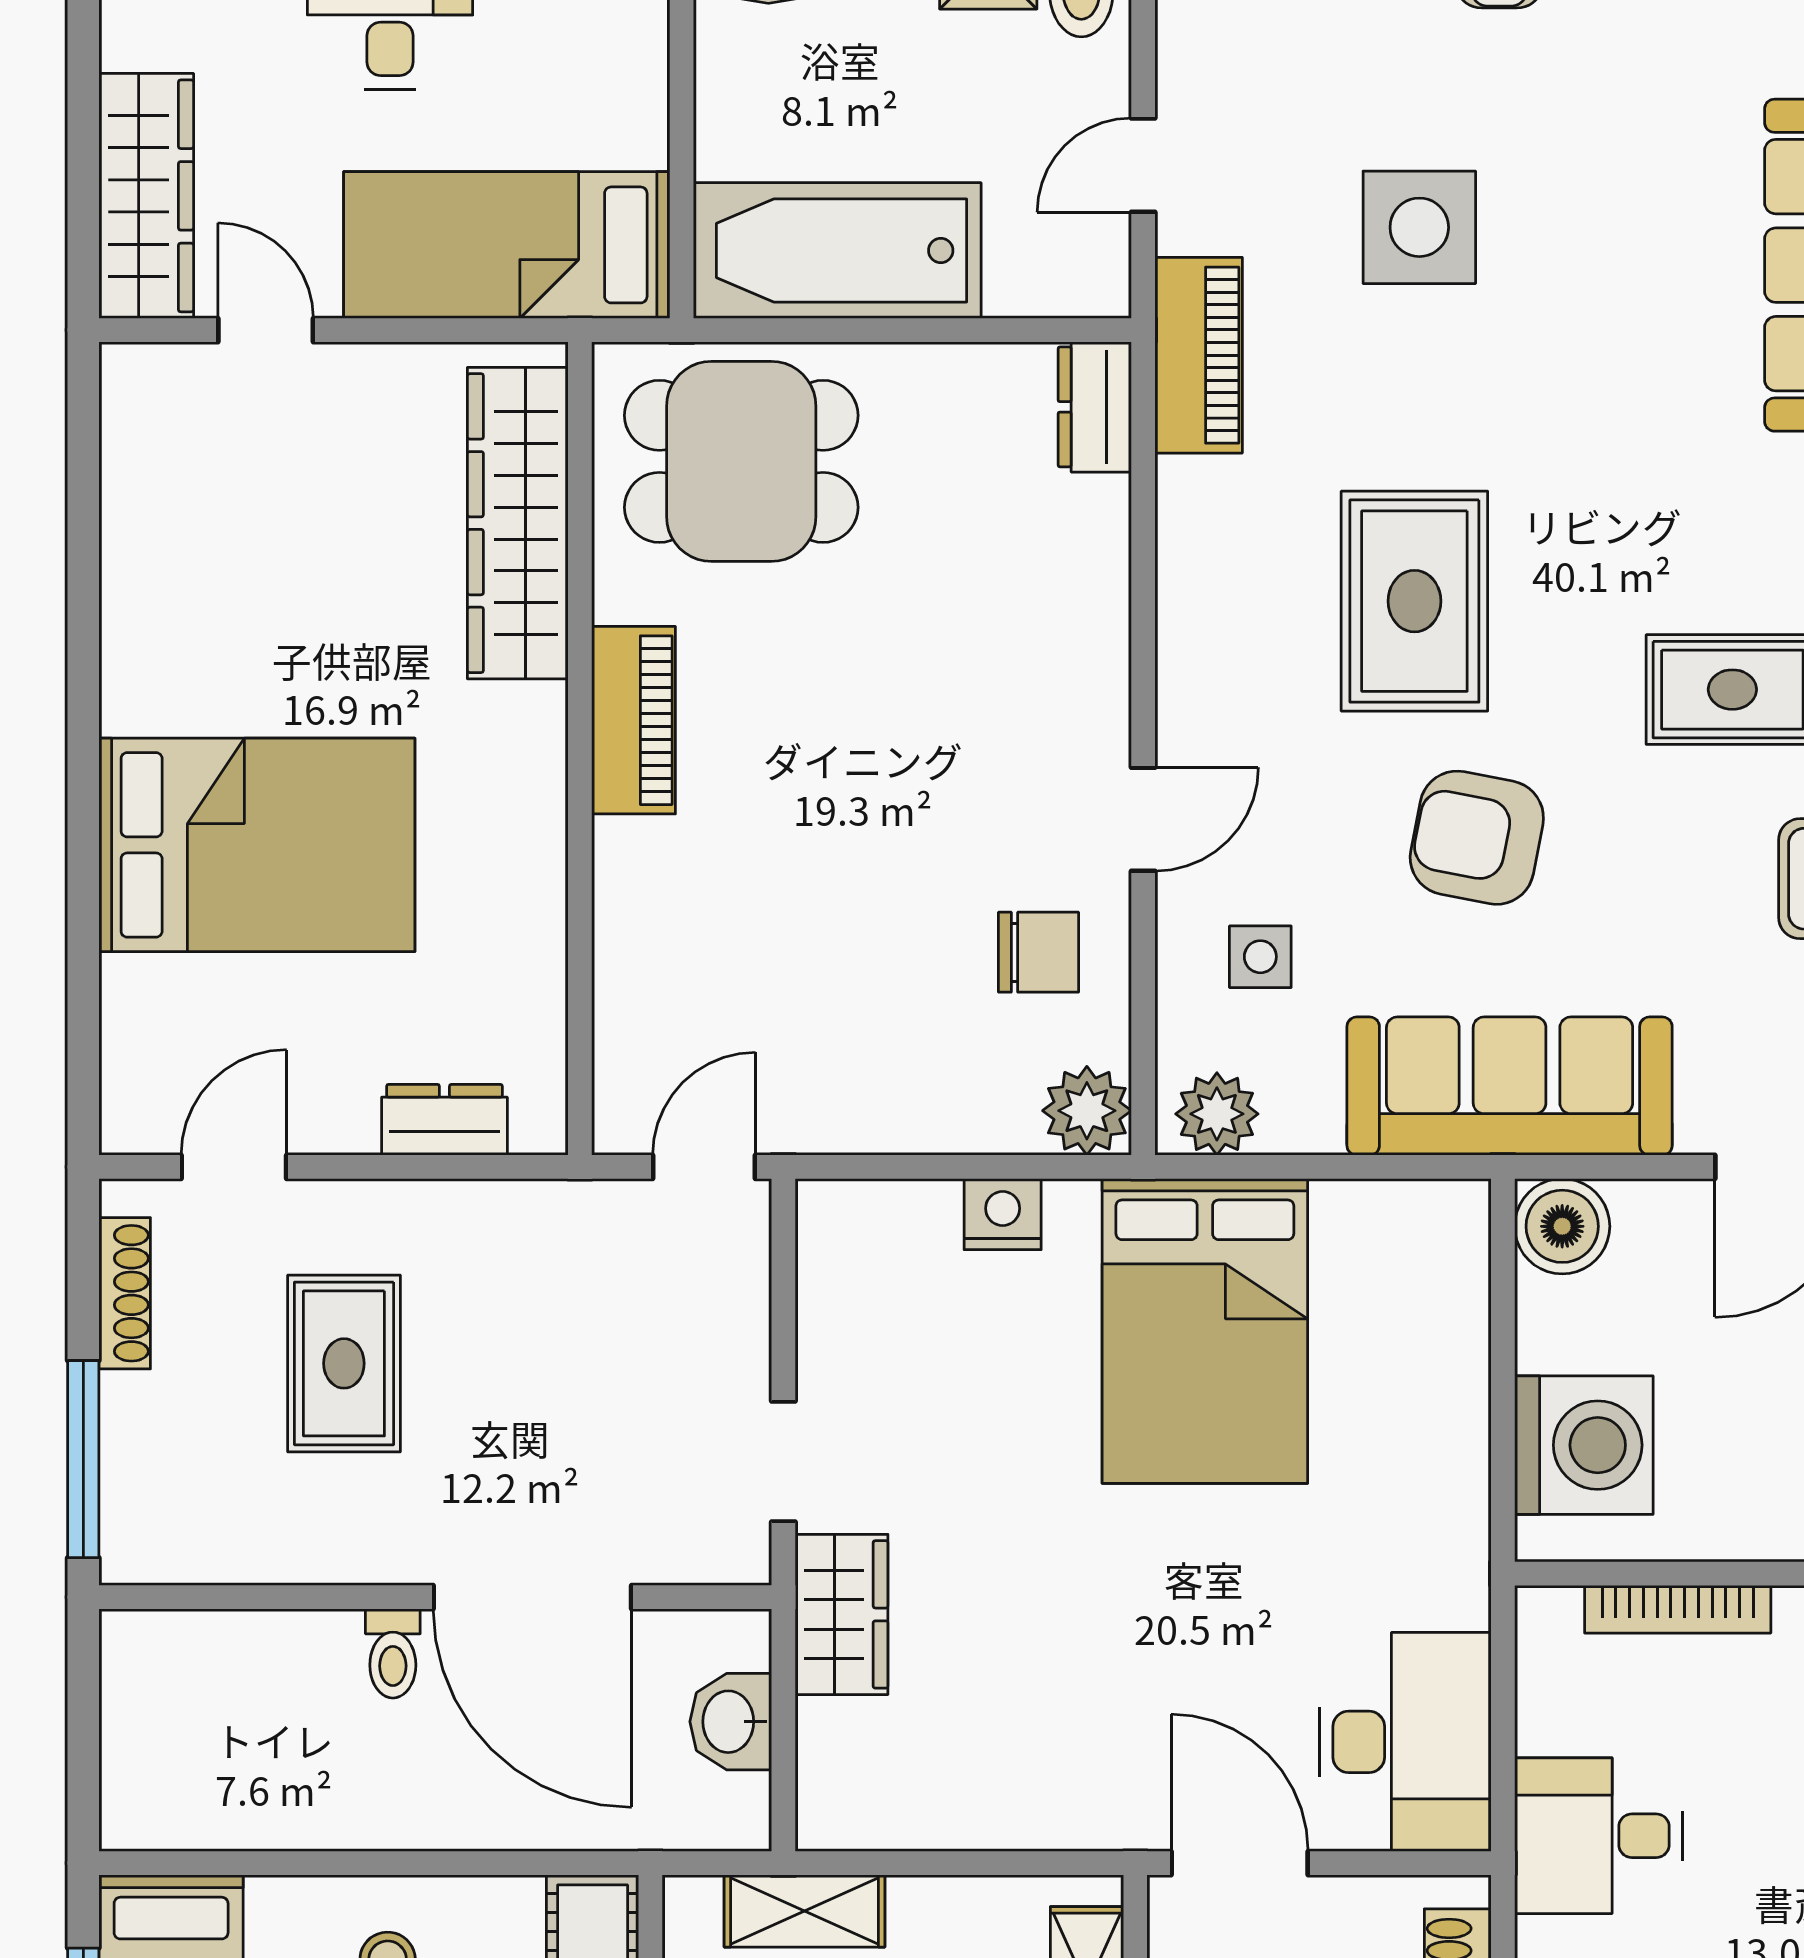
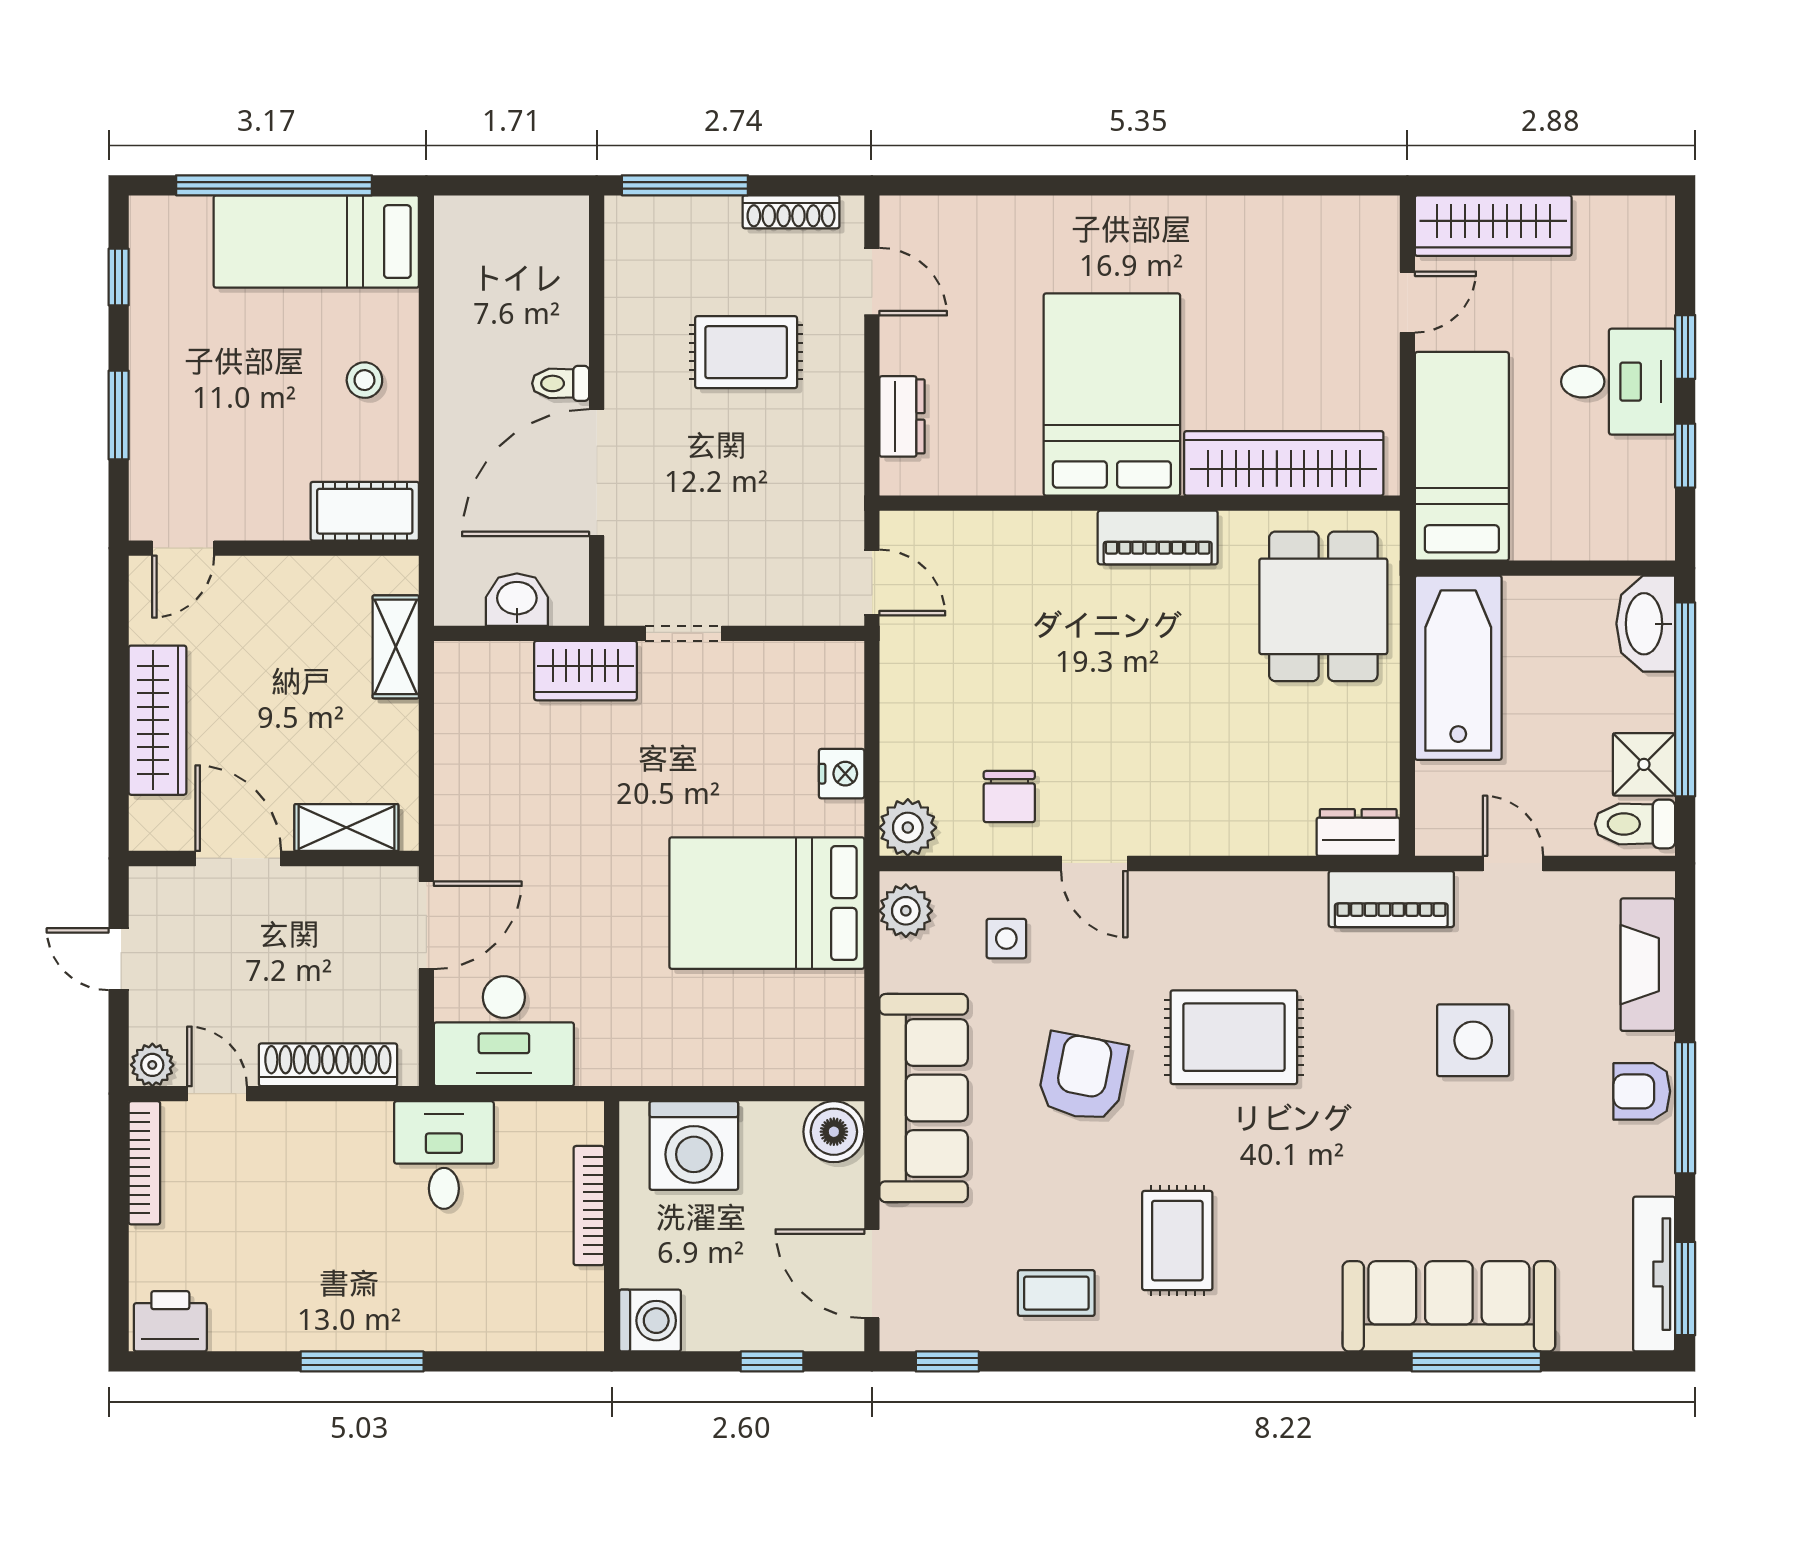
bed: (257, 845) -> (1112, 395), moved, turned 180

